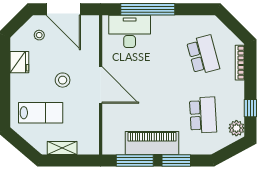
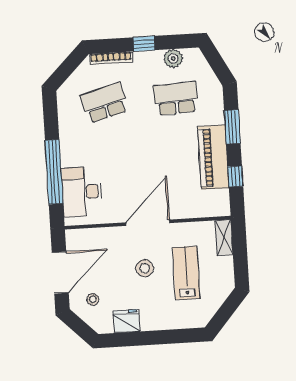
window: (250, 108) -> (144, 44), moved
lab bench: (41, 113) -> (186, 273), moved
plant: (236, 128) -> (173, 58), moved
shelving: (62, 148) -> (224, 238), moved
window: (135, 161) -> (235, 176), width x0.46

